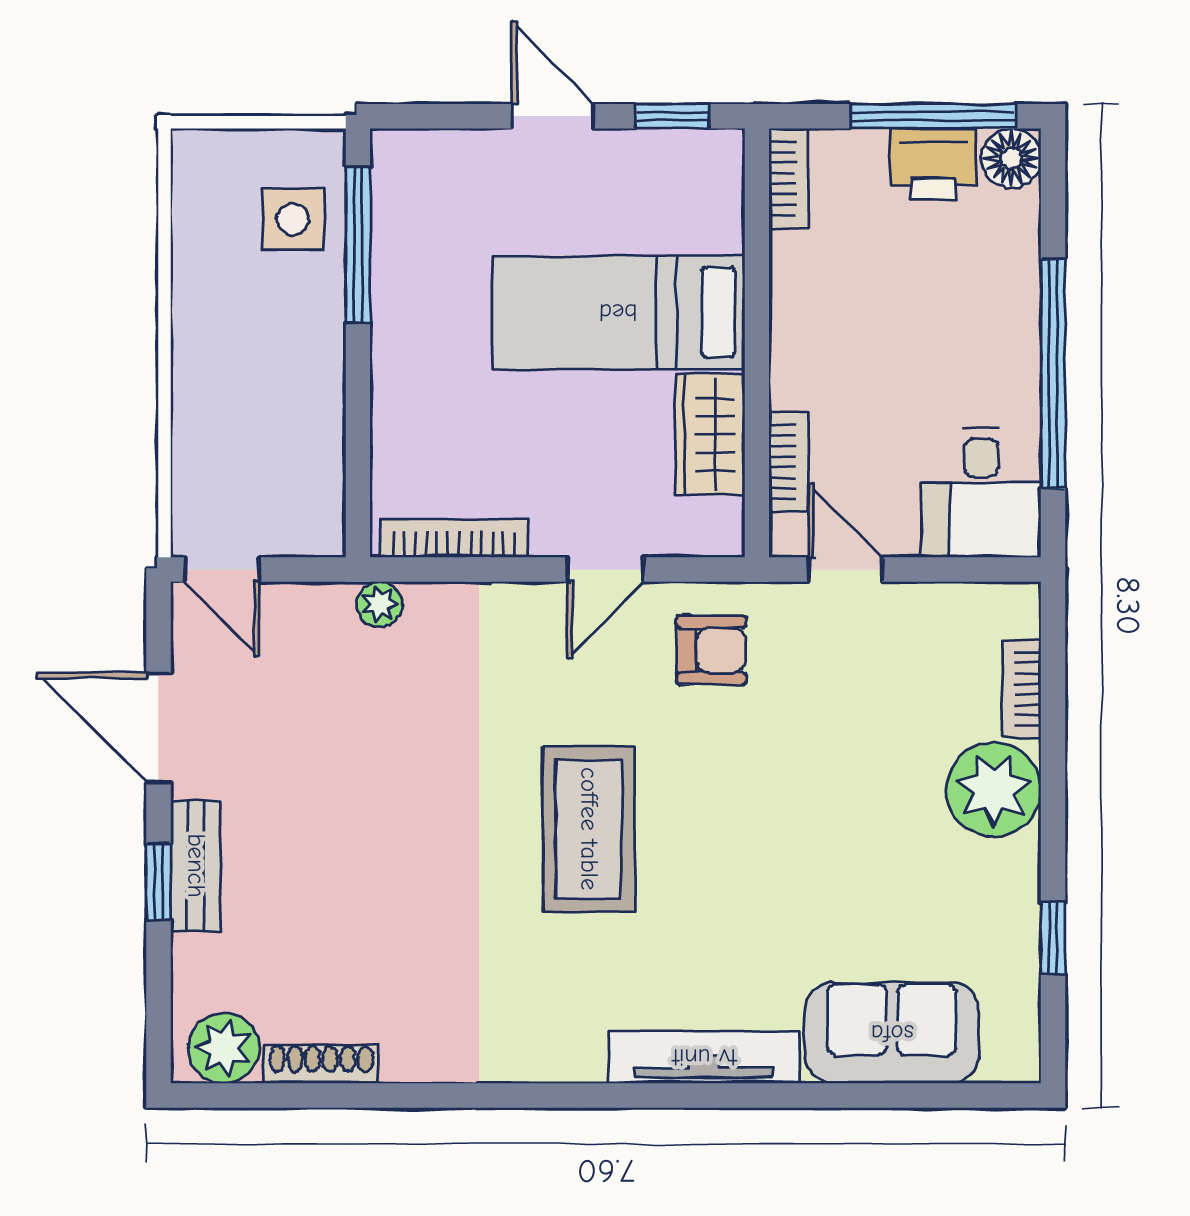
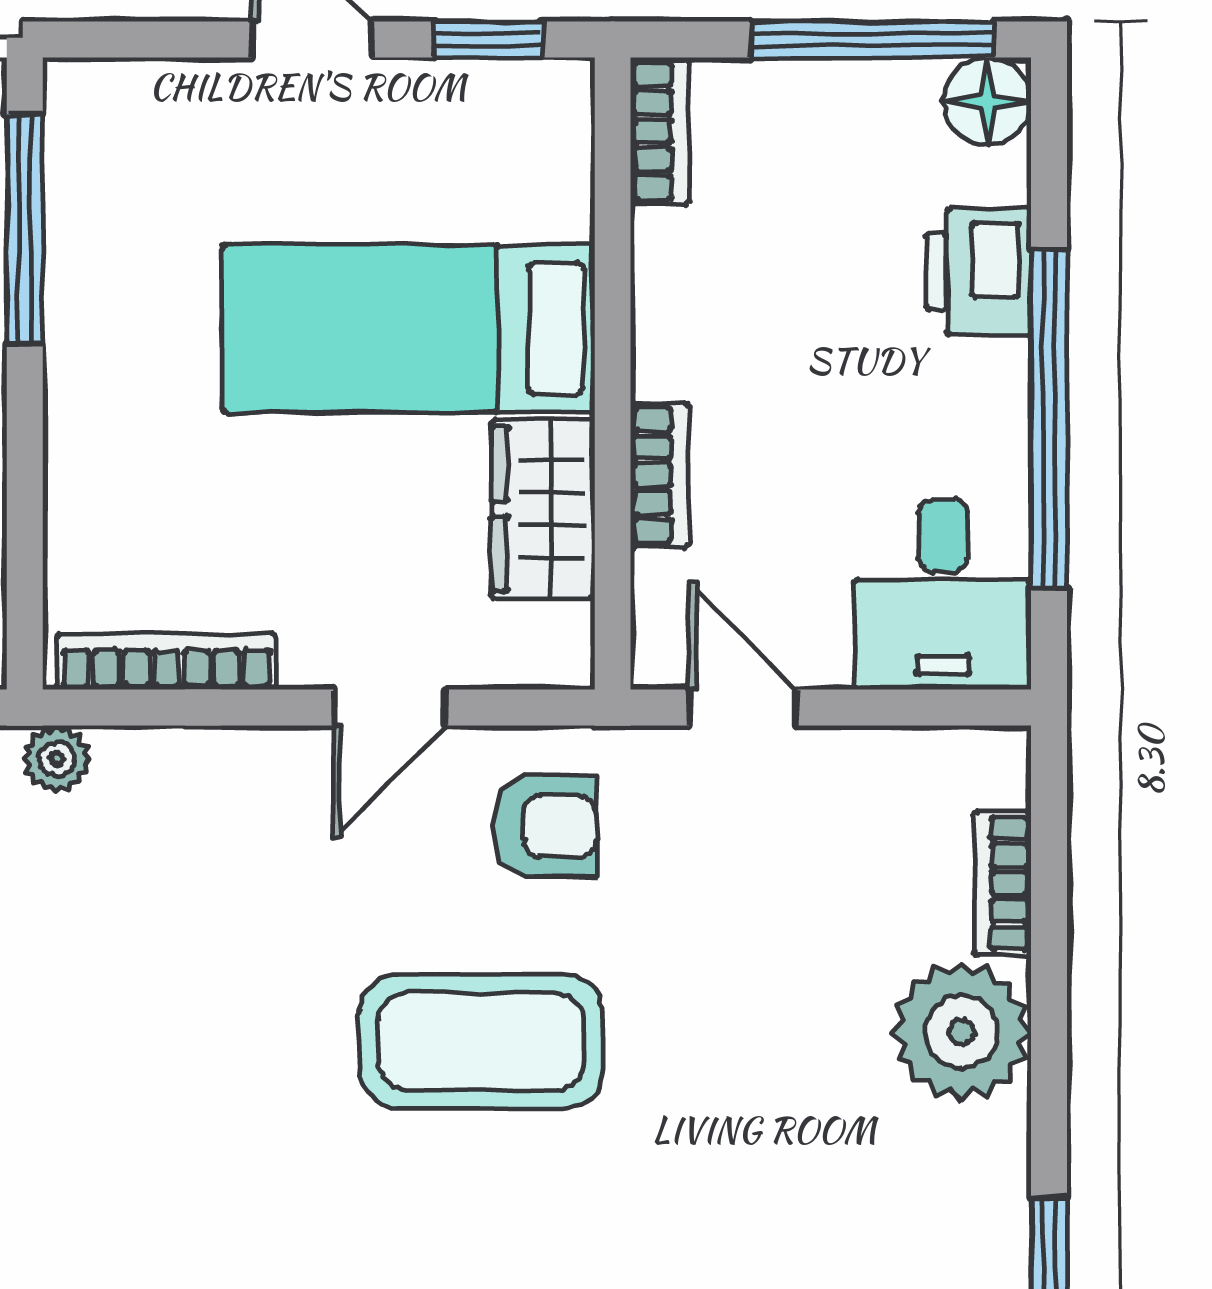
printer: (933, 164) -> (979, 272), moved, turned 90
bookcase: (789, 462) -> (659, 475), moved
coffee table: (589, 829) -> (481, 1042), moved, turned 90

